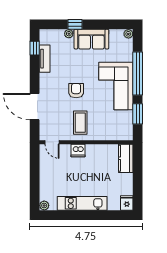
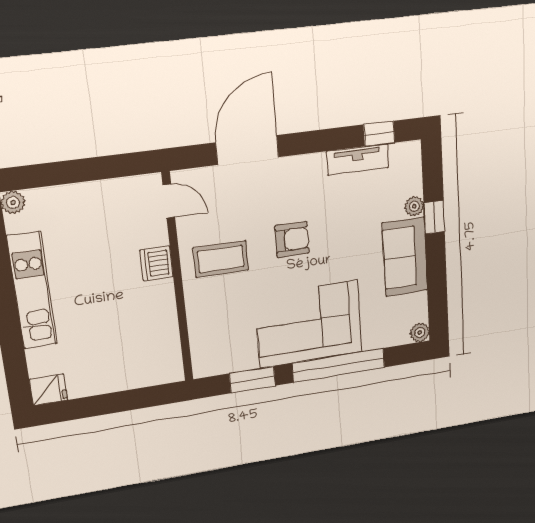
door: (52, 142) -> (169, 201), swing flipped
kitchen counter: (126, 158) -> (151, 371), removed

